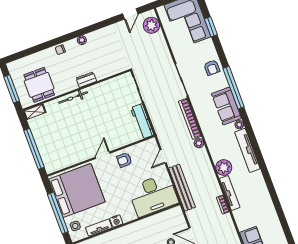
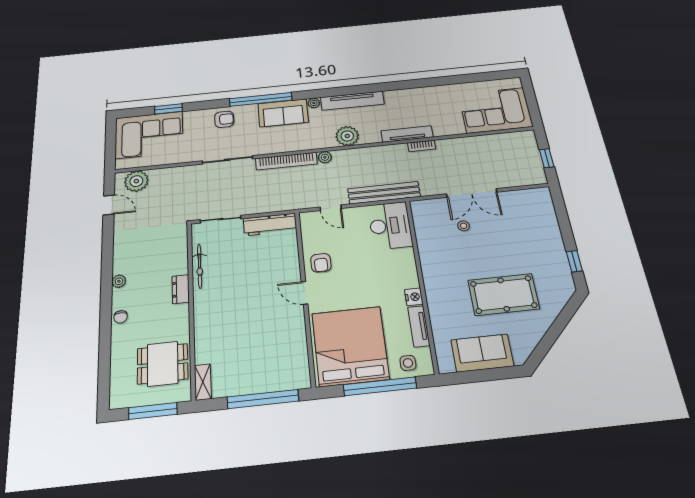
bicycle: (73, 98) -> (200, 266), moved
plant: (224, 168) -> (347, 136), moved
desk: (153, 195) -> (390, 226), width x0.73, depth x0.77

